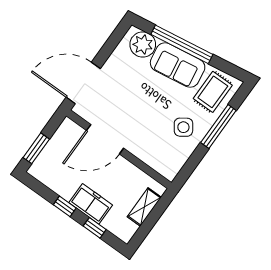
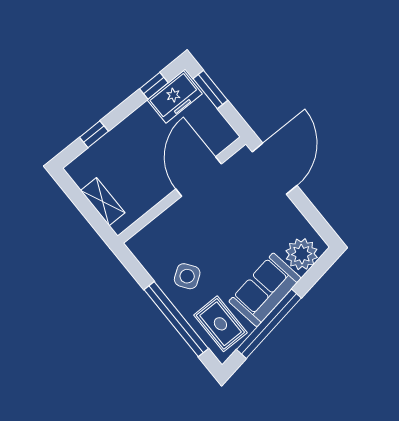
window: (182, 44) -> (269, 324), moved
window: (218, 127) -> (176, 319), width x1.46
freezer: (91, 204) -> (175, 97), moved
window: (65, 206) -> (154, 86), moved

